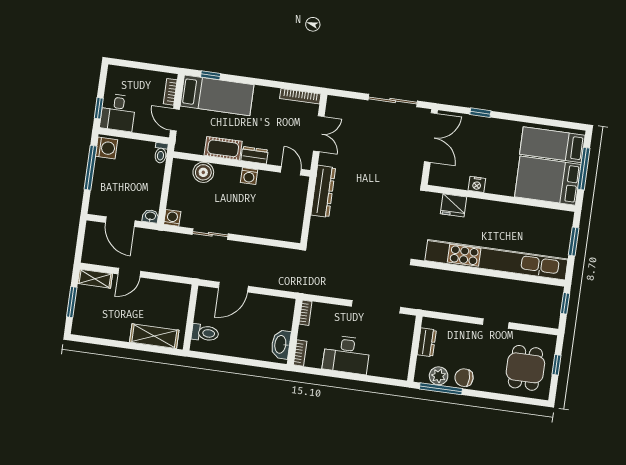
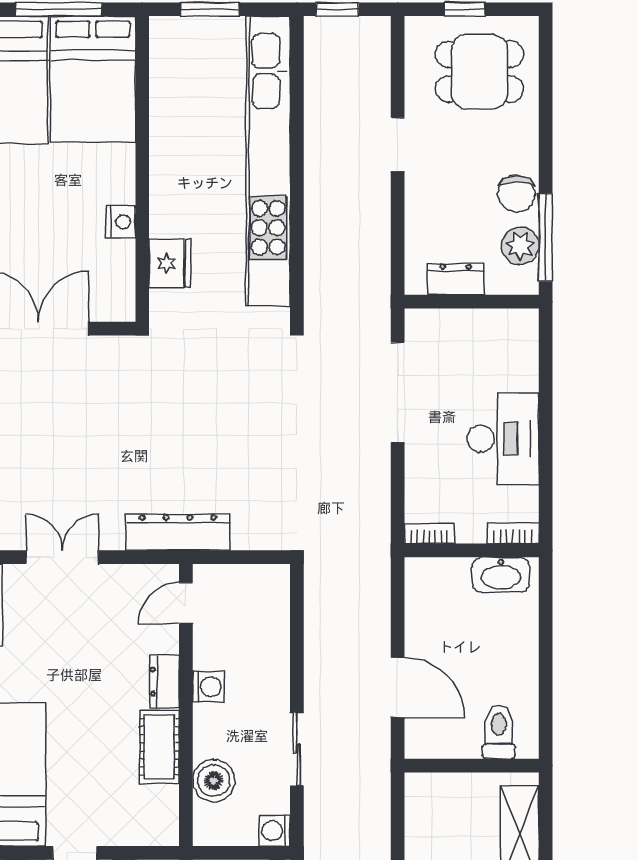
cot: (223, 148) -> (159, 747), moved
dresser: (254, 155) -> (164, 682), moved
wall: (242, 164) -> (186, 705), moved
door: (291, 171) -> (186, 603), moved
boiler: (203, 172) -> (214, 781), moved
washing machine: (249, 176) -> (208, 687), moved

